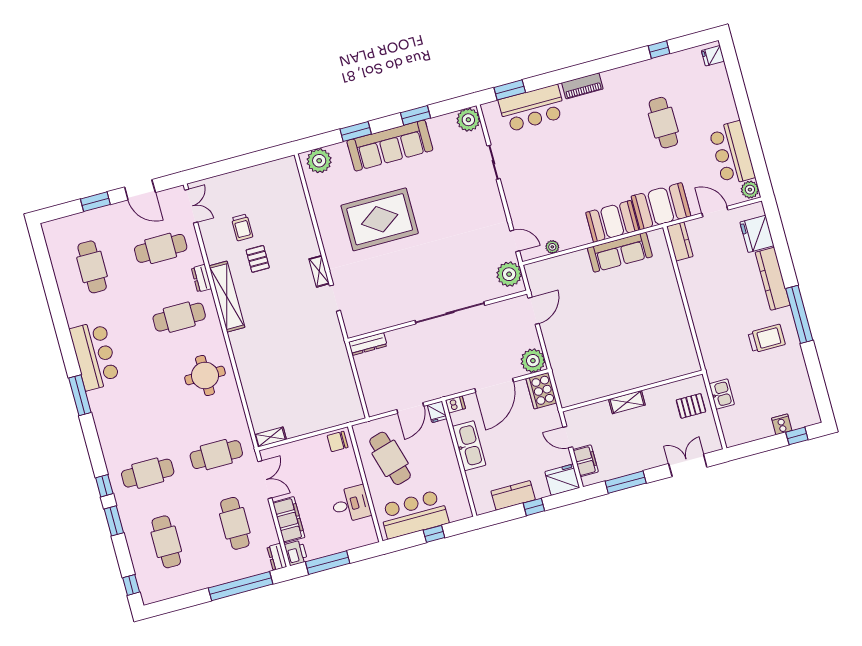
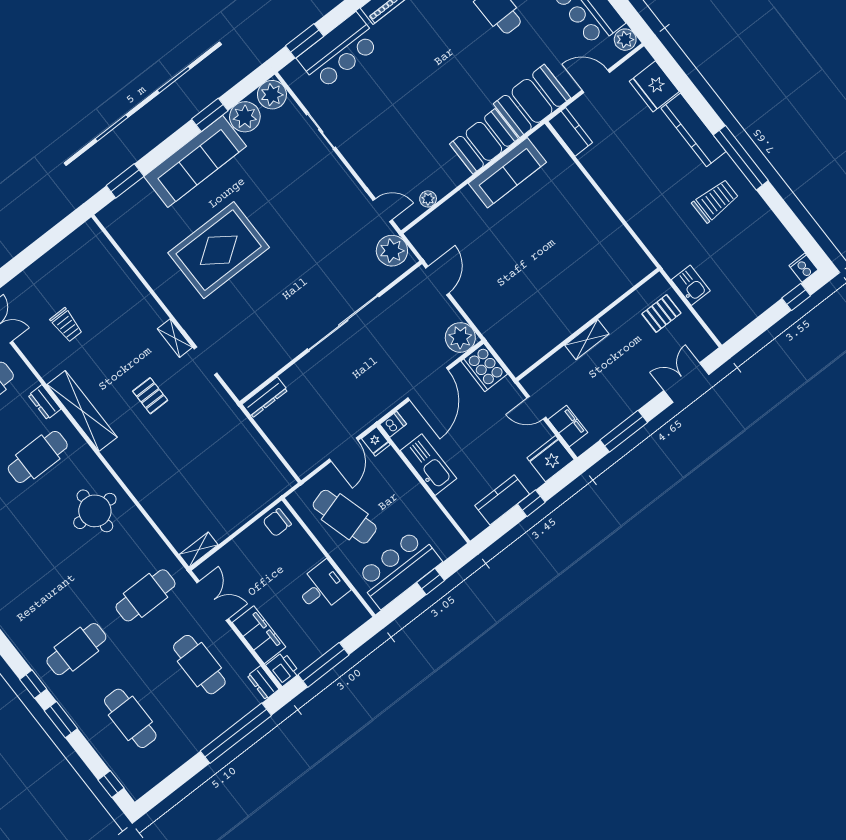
window: (356, 131) -> (125, 181), moved
plant: (319, 161) -> (245, 117), moved
pallet: (258, 259) -> (150, 396), moved
cooker: (782, 424) -> (803, 268), moved

